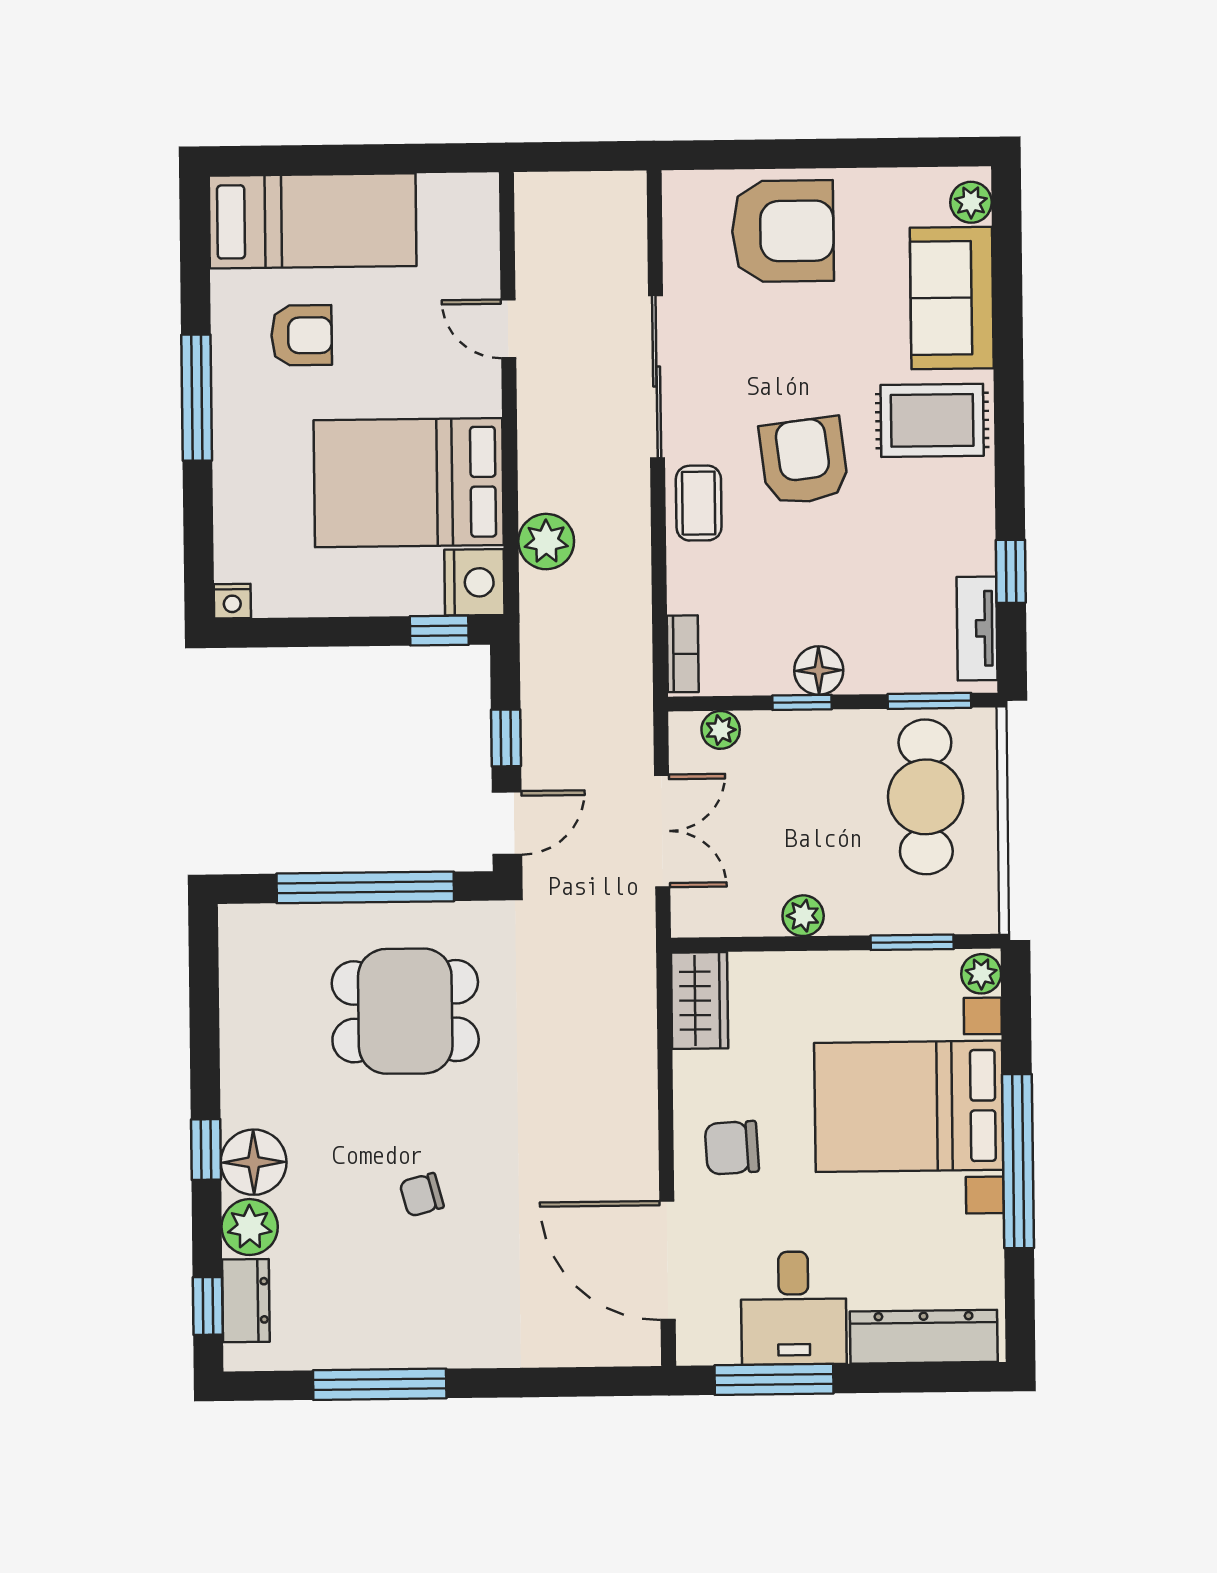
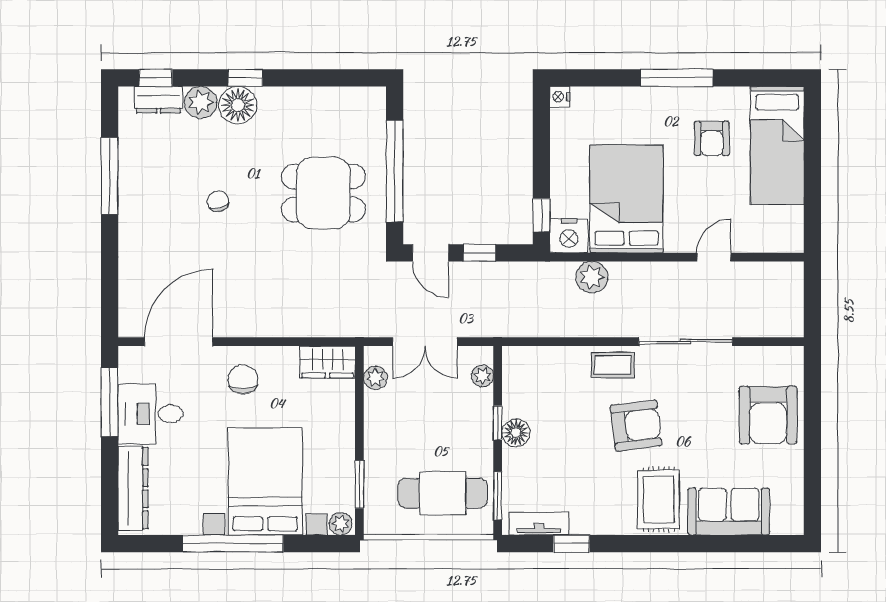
plant: (971, 202) -> (783, 523), removed
bookcase: (683, 654) -> (526, 355), removed
plant: (803, 916) -> (375, 378), moved
dining table: (405, 1011) -> (323, 193), turned 90

